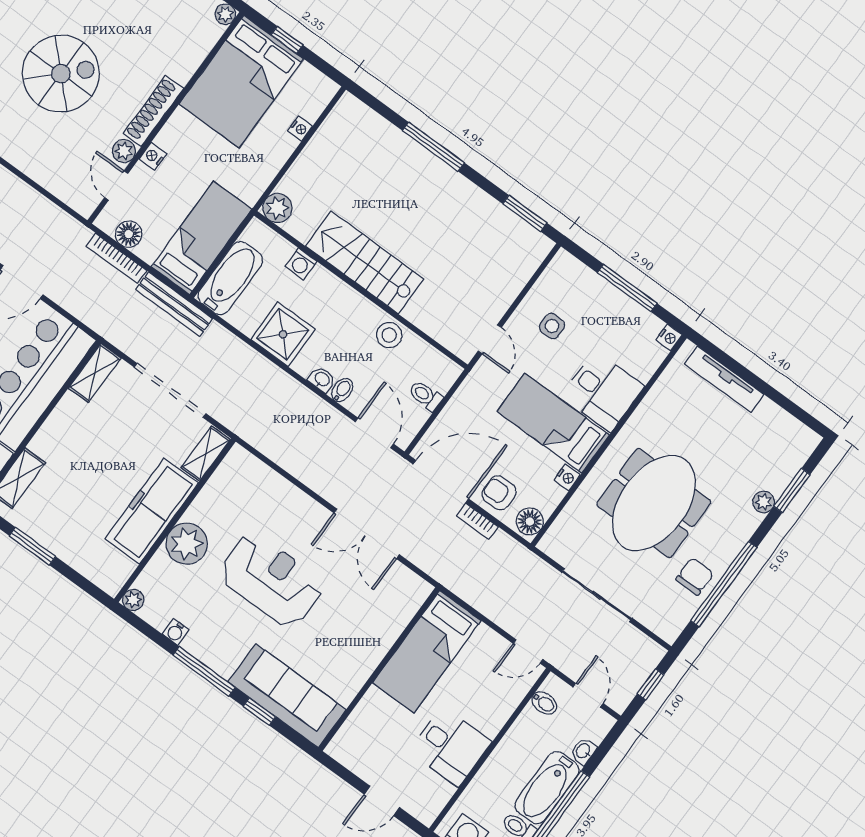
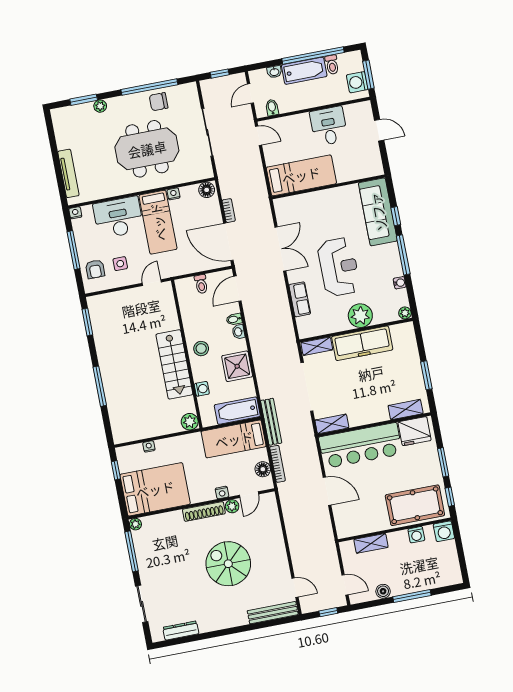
window: (287, 40) -> (116, 470), moved
stool: (389, 335) -> (201, 349), moved
desk: (603, 391) -> (118, 217), width x1.37
row of seats: (283, 493) -> (300, 299), added
armchair: (499, 493) -> (95, 269), moved
reception desk: (271, 580) -> (339, 267), turned 180

